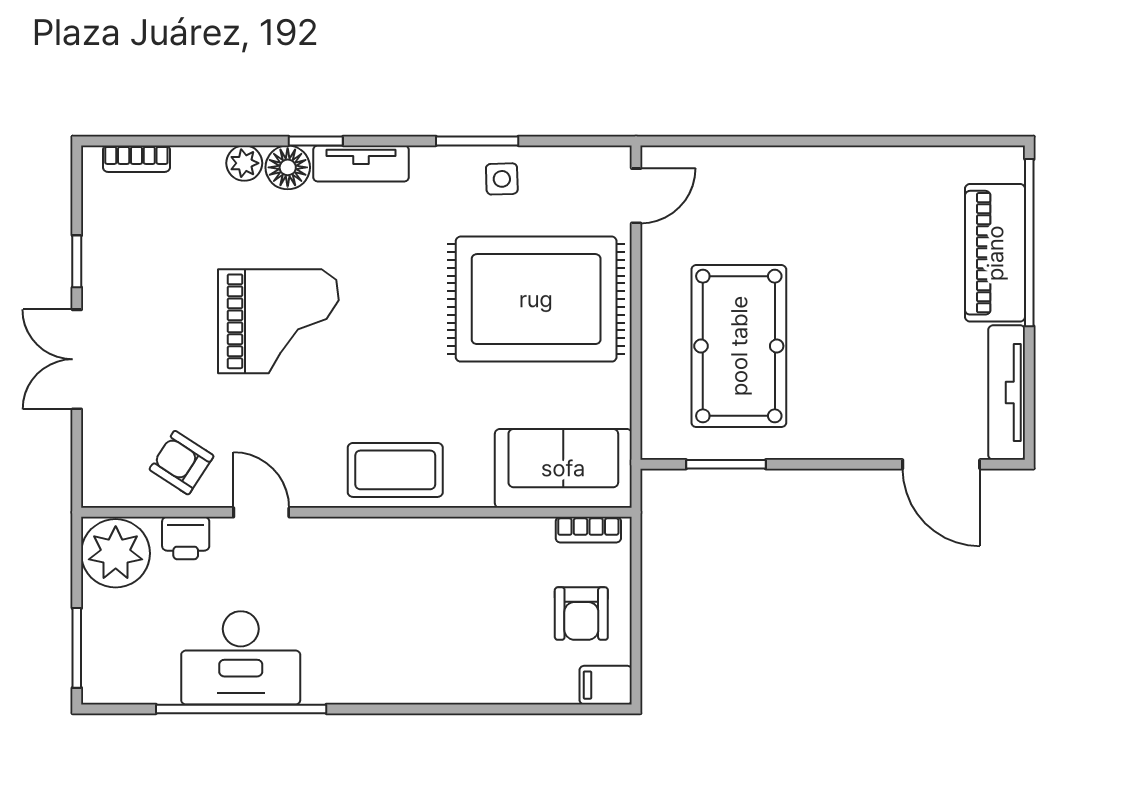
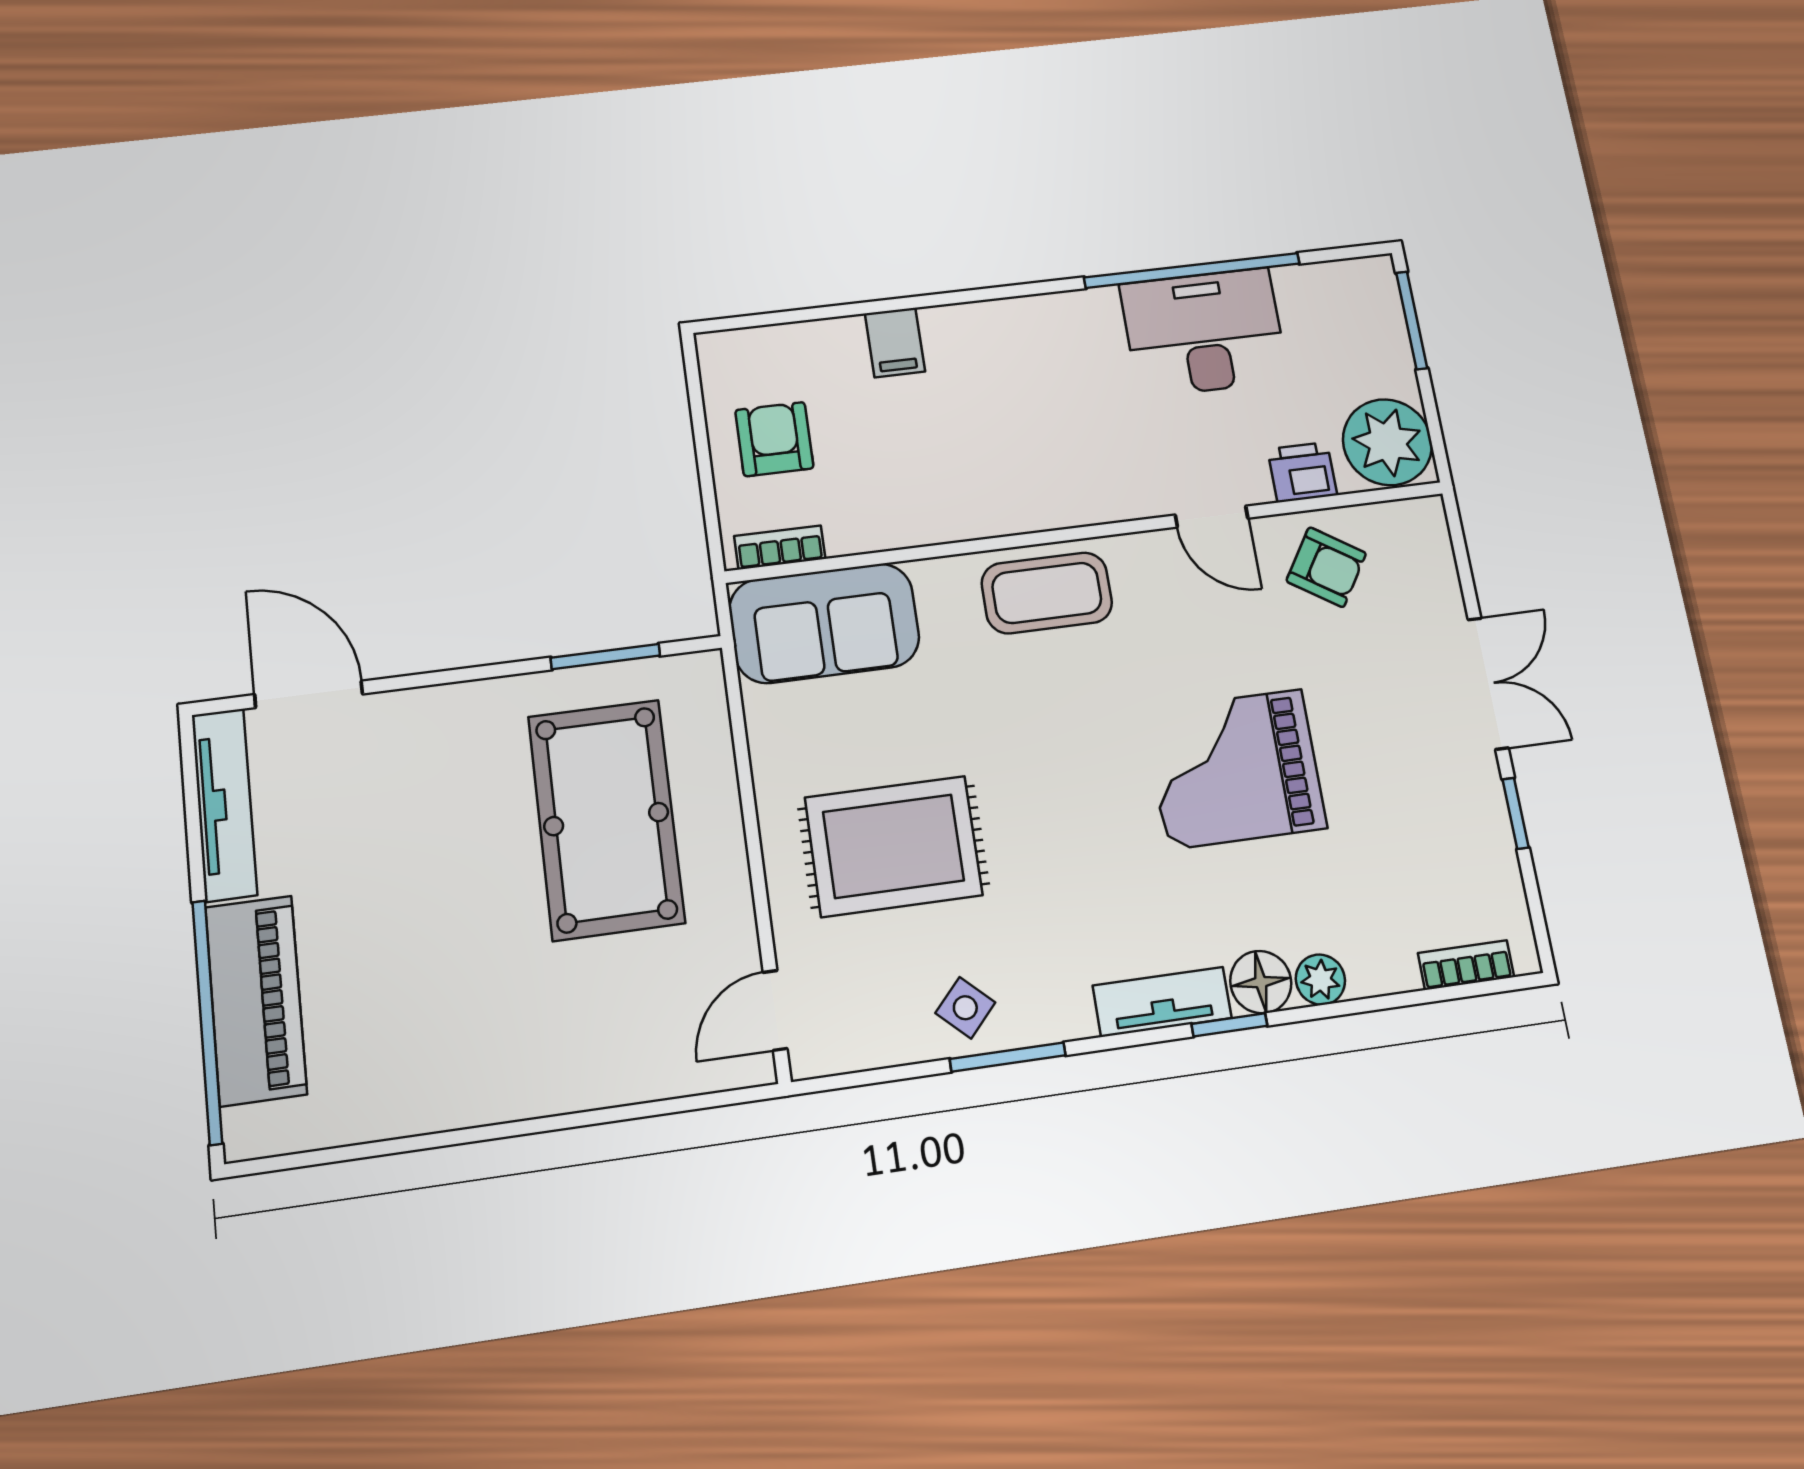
side table: (502, 179) -> (965, 1008), turned 45
rug: (536, 299) -> (893, 846), width x0.73, depth x0.69
filing cabinet: (606, 685) -> (895, 342), moved, turned 90

